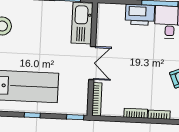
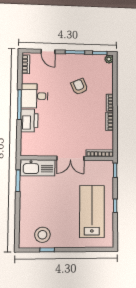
double door: (92, 63) -> (70, 158), swing flipped

